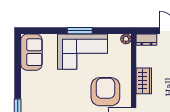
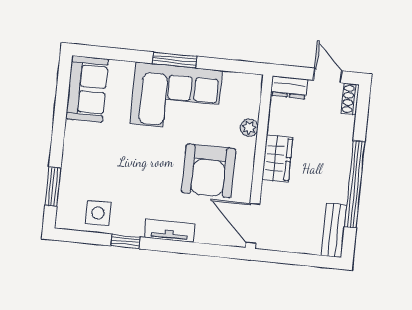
plant: (126, 39) -> (249, 128), moved
armchair: (105, 92) -> (209, 171), turned 180

